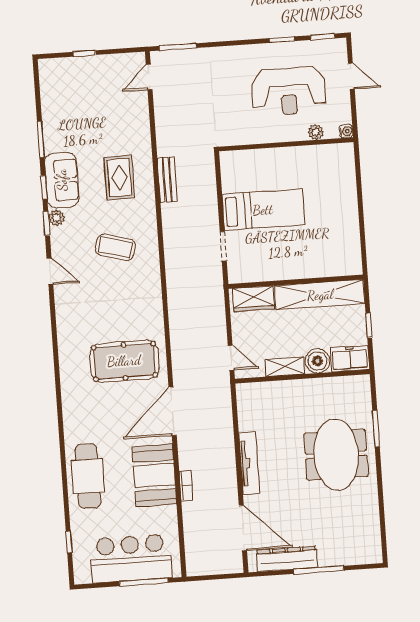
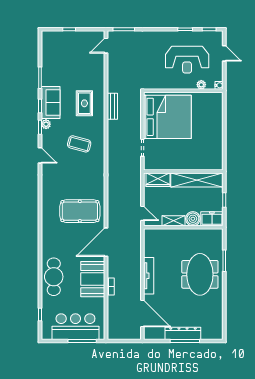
bed: (263, 210) -> (167, 117), width x2.04
dresser: (287, 559) -> (183, 333), moved

